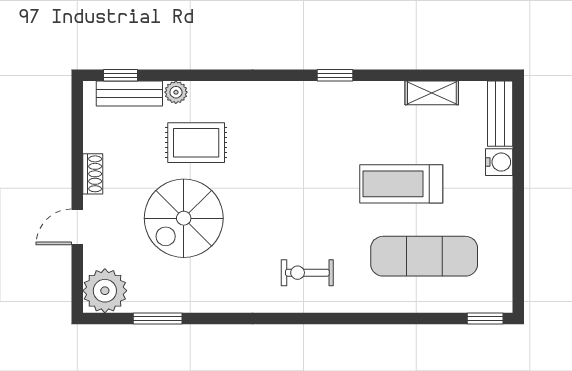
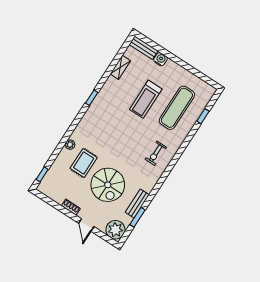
plant: (176, 92) -> (70, 145), moved
bench: (129, 94) -> (137, 204), moved
window: (485, 318) -> (203, 116), moved

